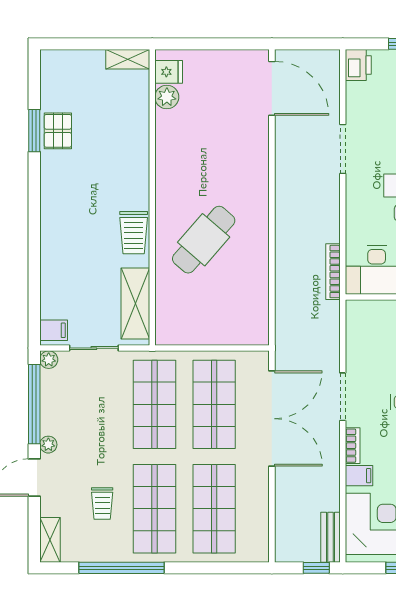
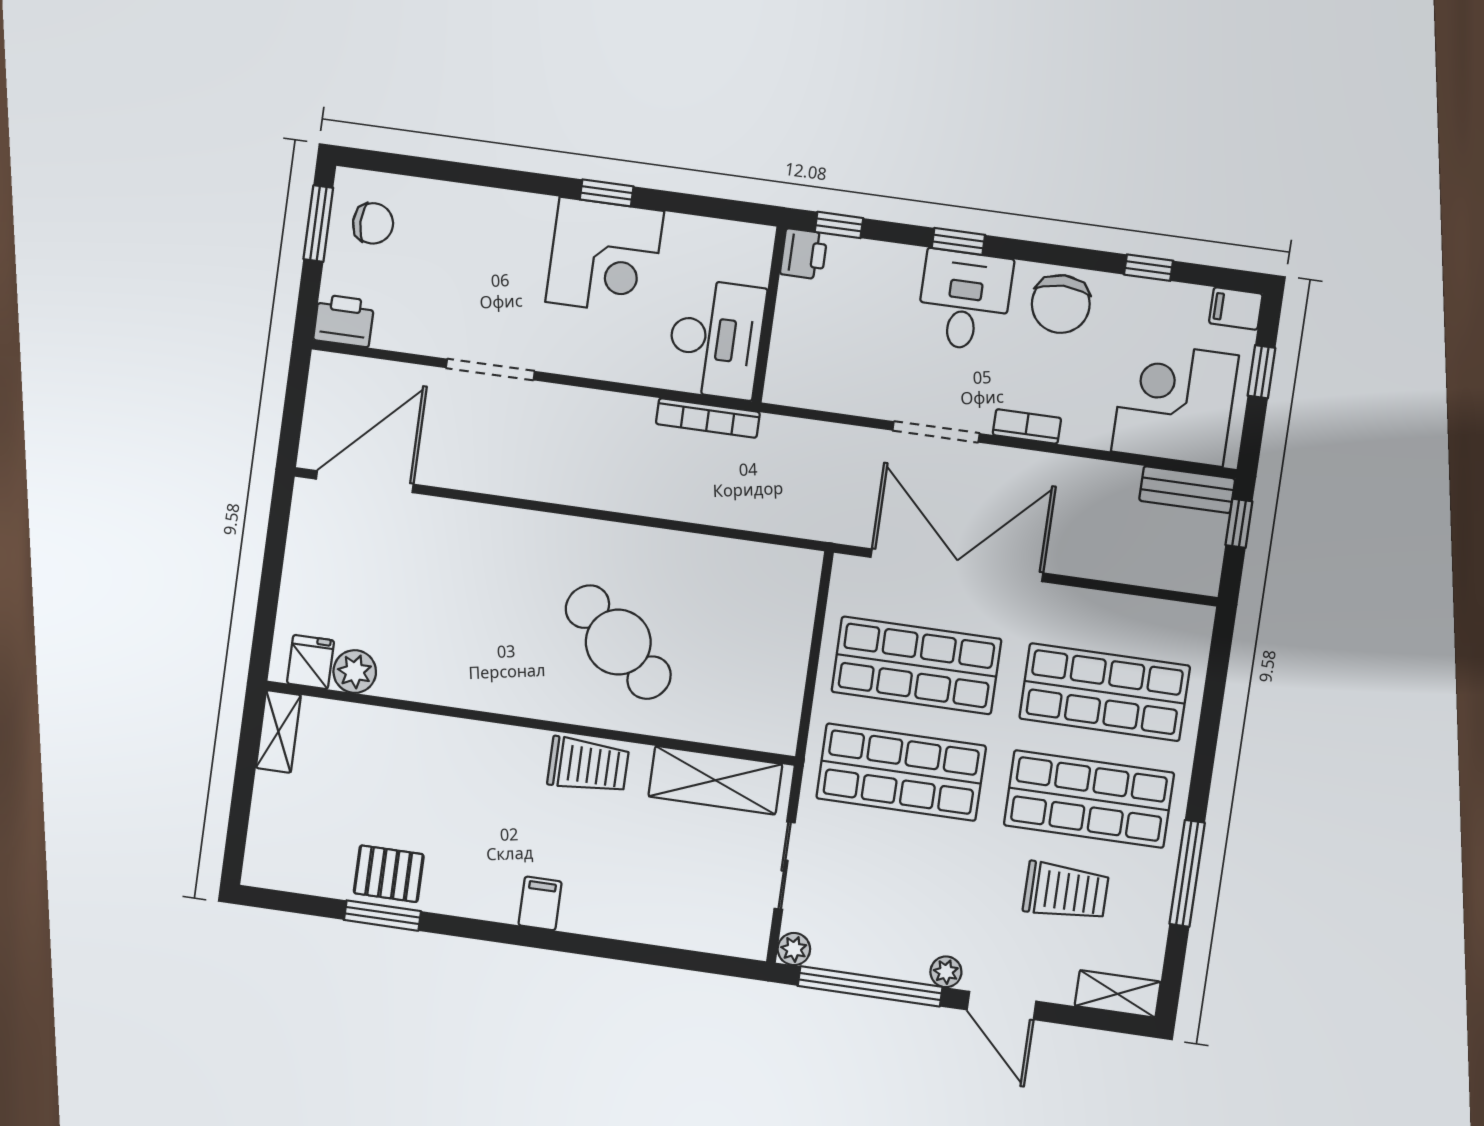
filing cabinet: (54, 330) -> (540, 903), moved
filing cabinet: (359, 476) -> (1083, 422), removed
trolley: (102, 503) -> (1066, 891), width x1.36, depth x1.39
window: (121, 568) -> (1187, 873), width x0.68

